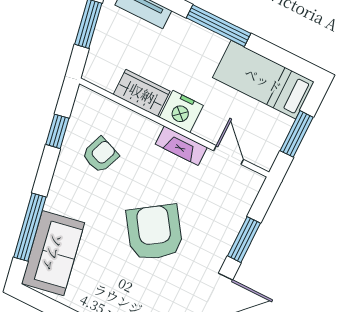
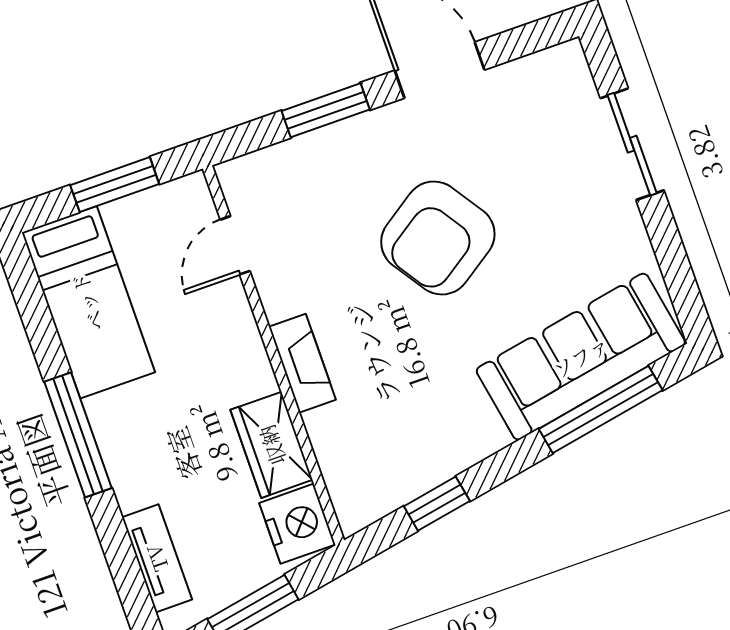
nightstand: (181, 112) -> (297, 524), moved
fireplace: (181, 146) -> (302, 363), moved
armchair: (100, 155) -> (409, 415), removed
sofa: (53, 253) -> (581, 357), width x1.36

